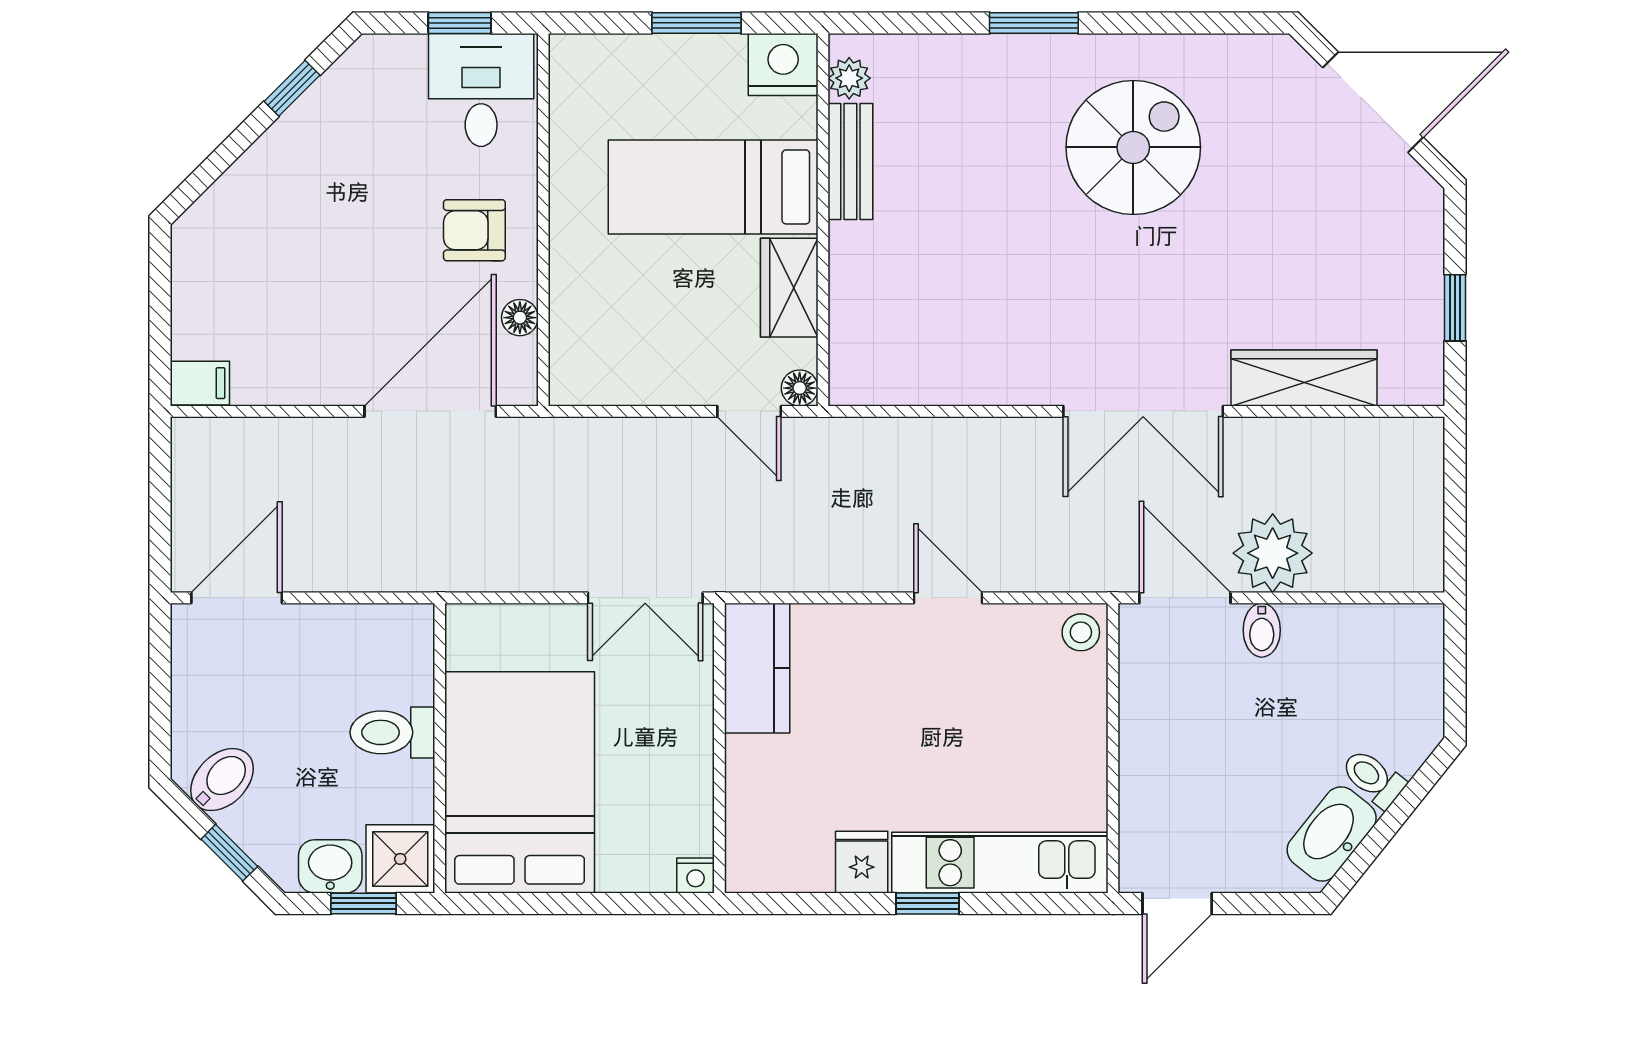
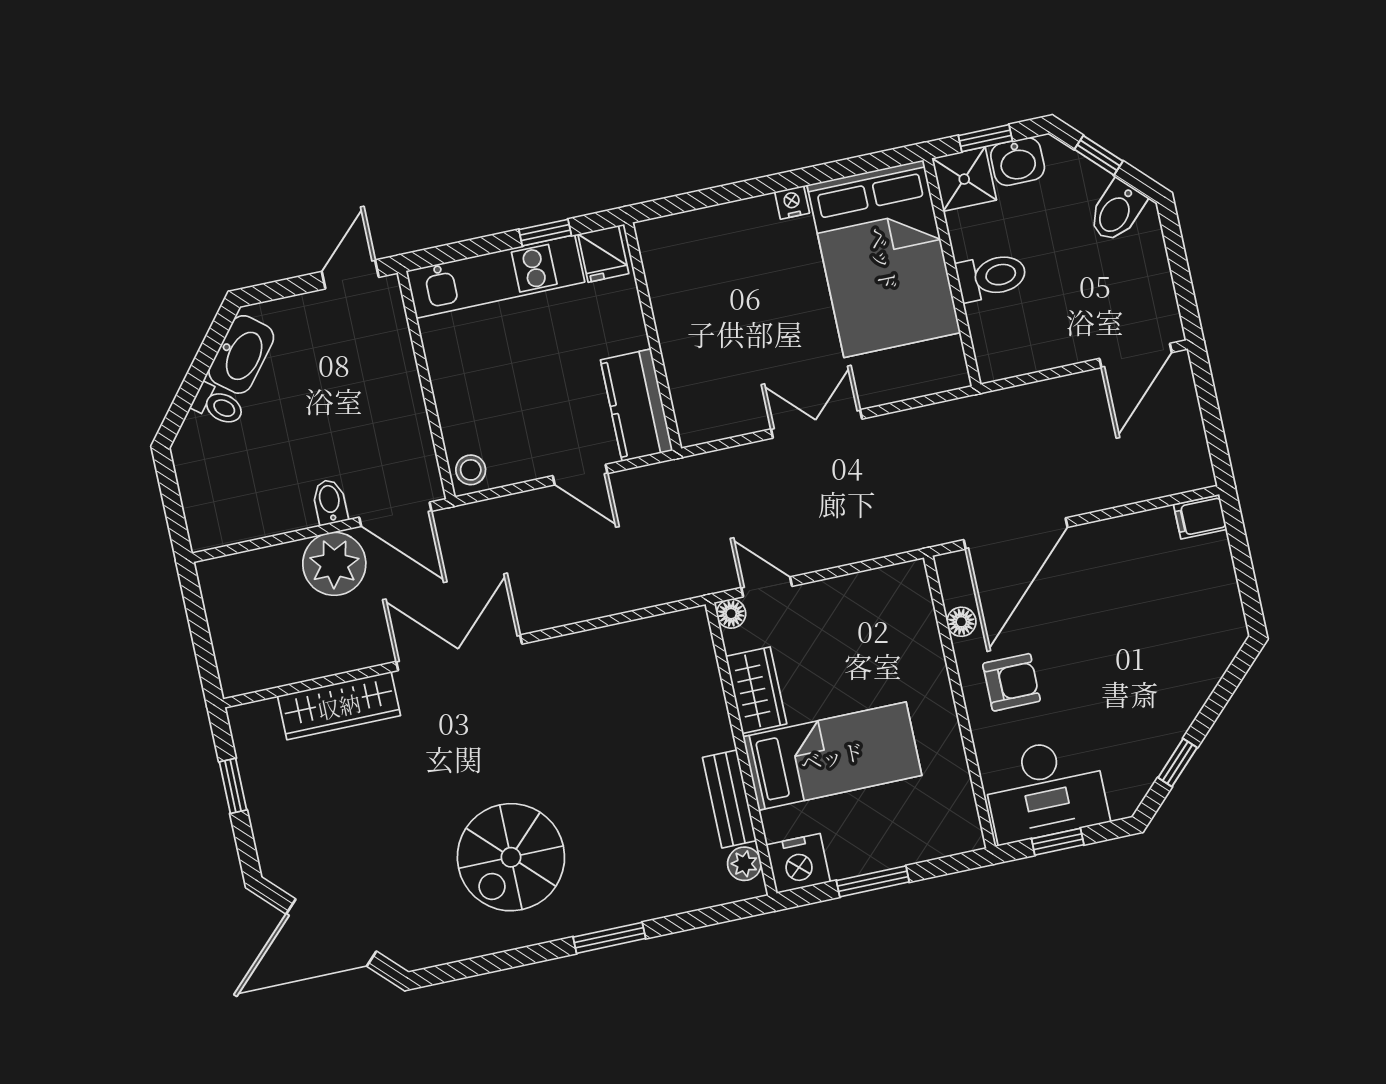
desk: (481, 90) -> (1045, 790), width x1.37
kitchen counter: (757, 668) -> (637, 405), moved
wall: (719, 748) -> (653, 336), moved
nightstand: (696, 875) -> (792, 202), moved

